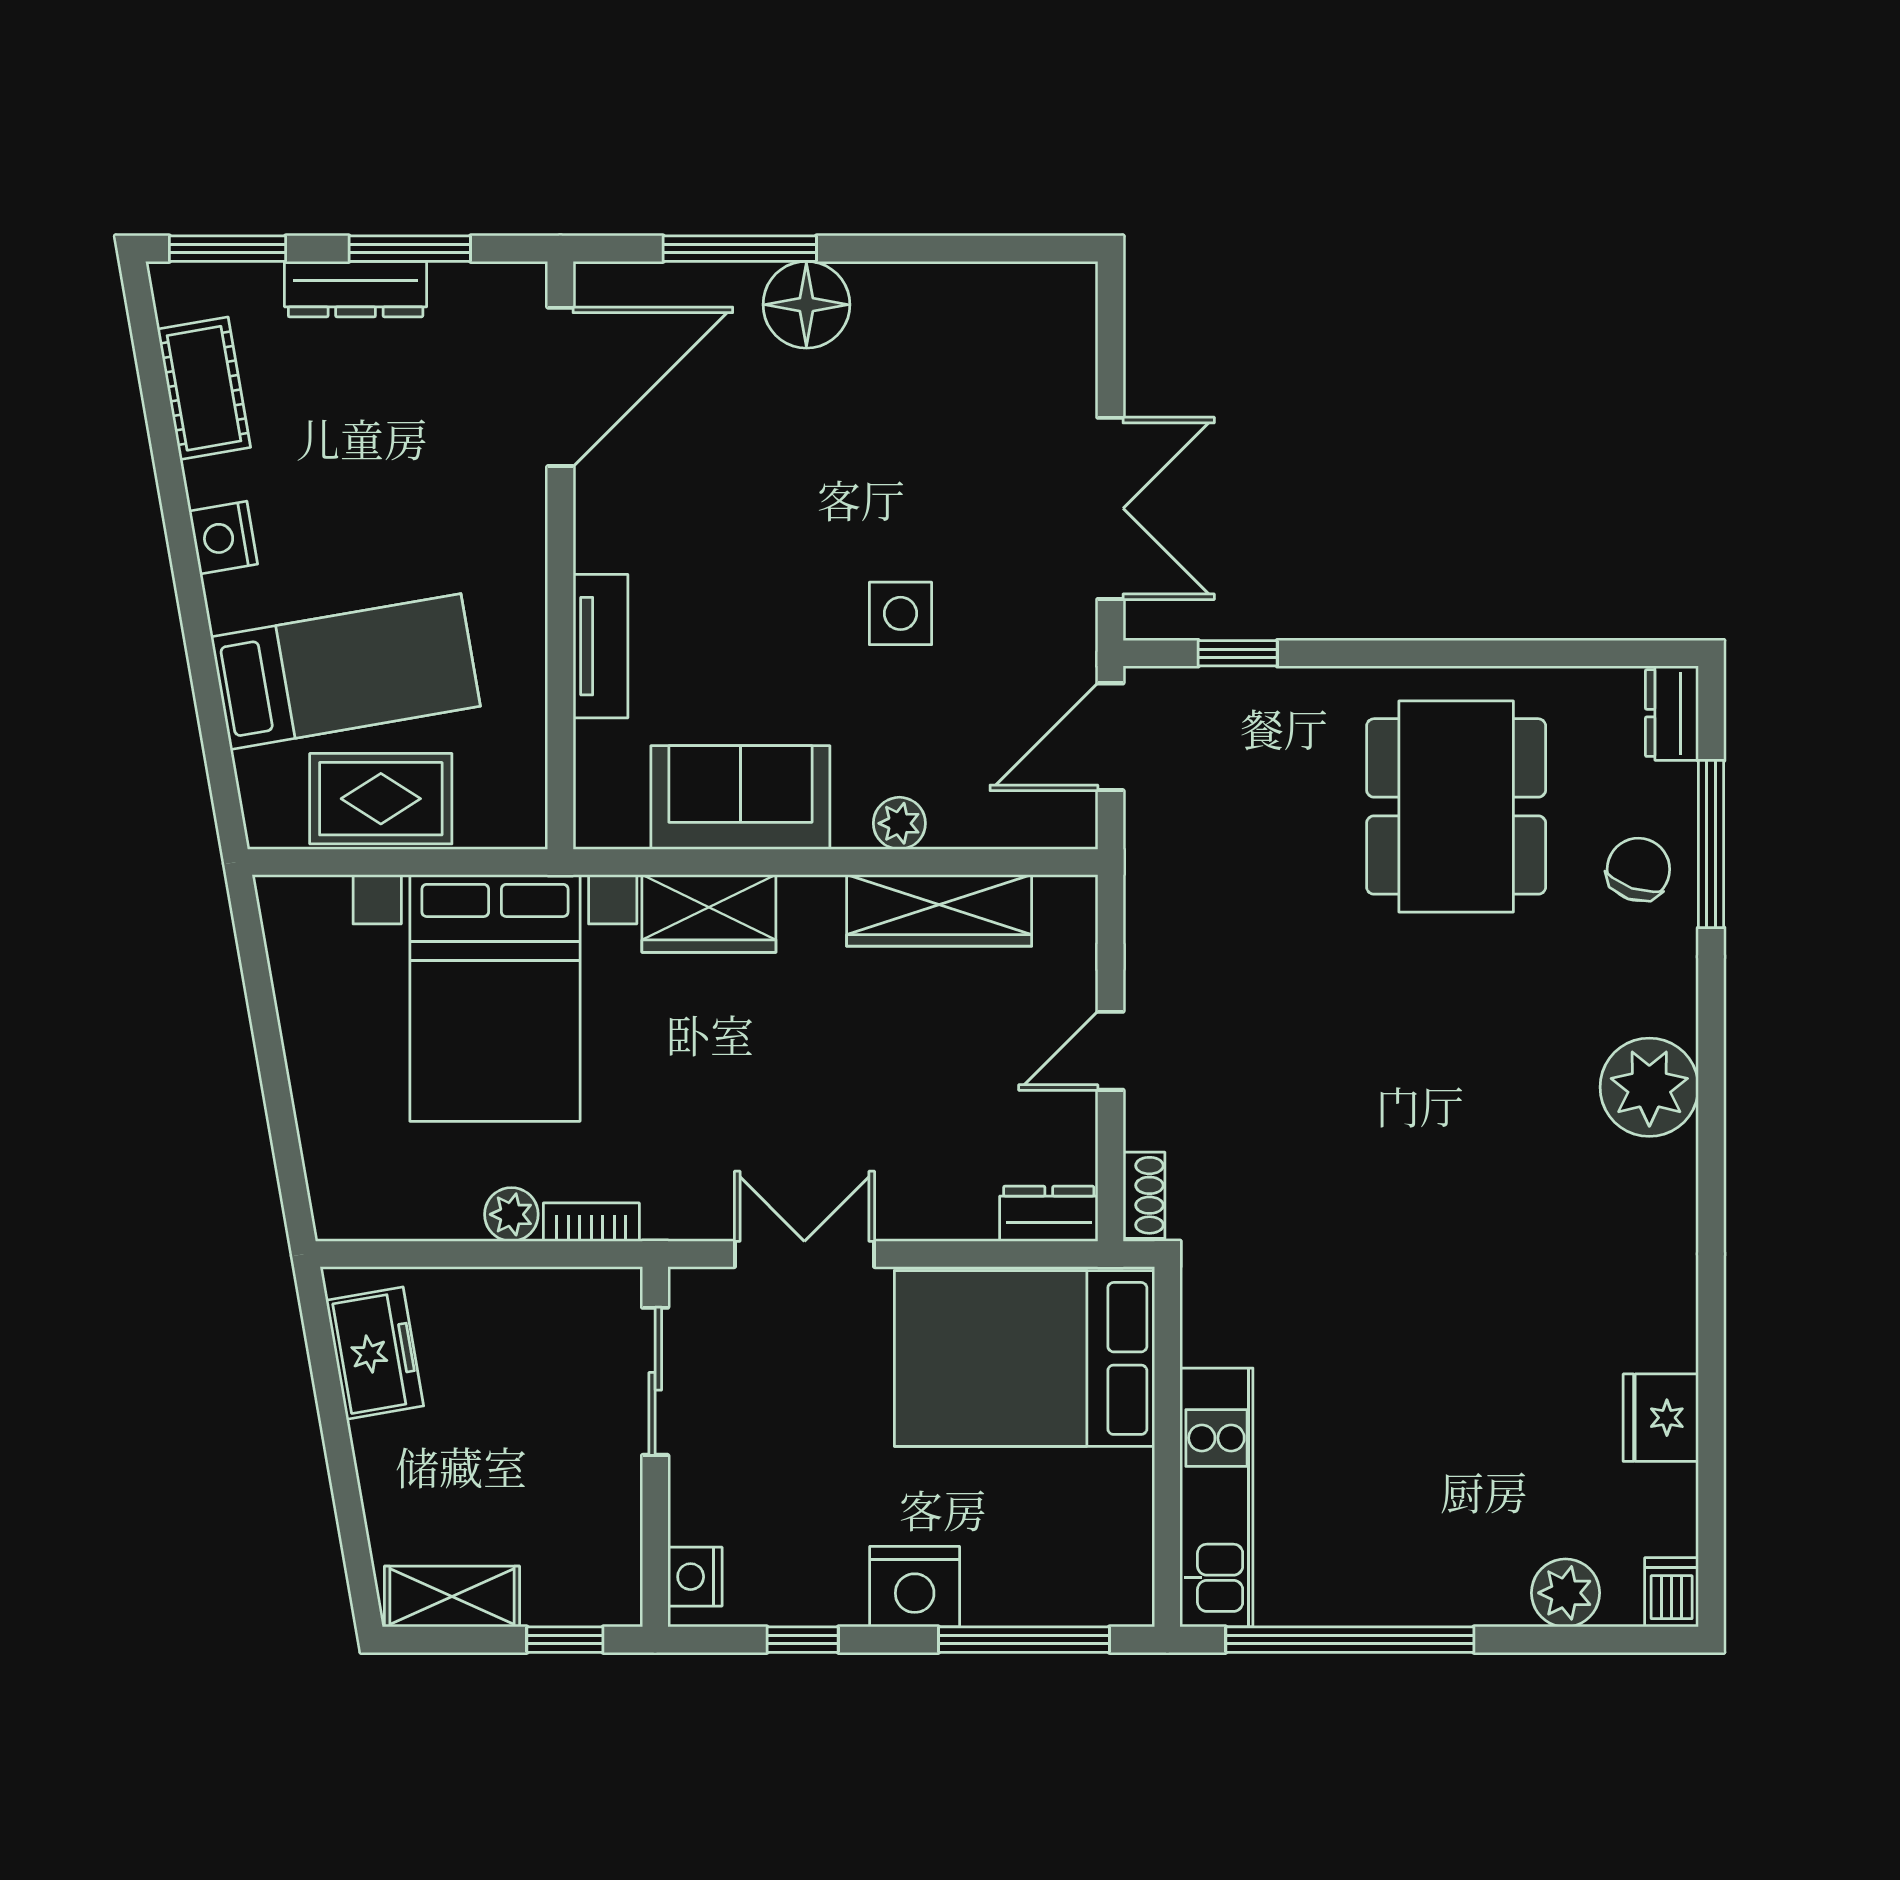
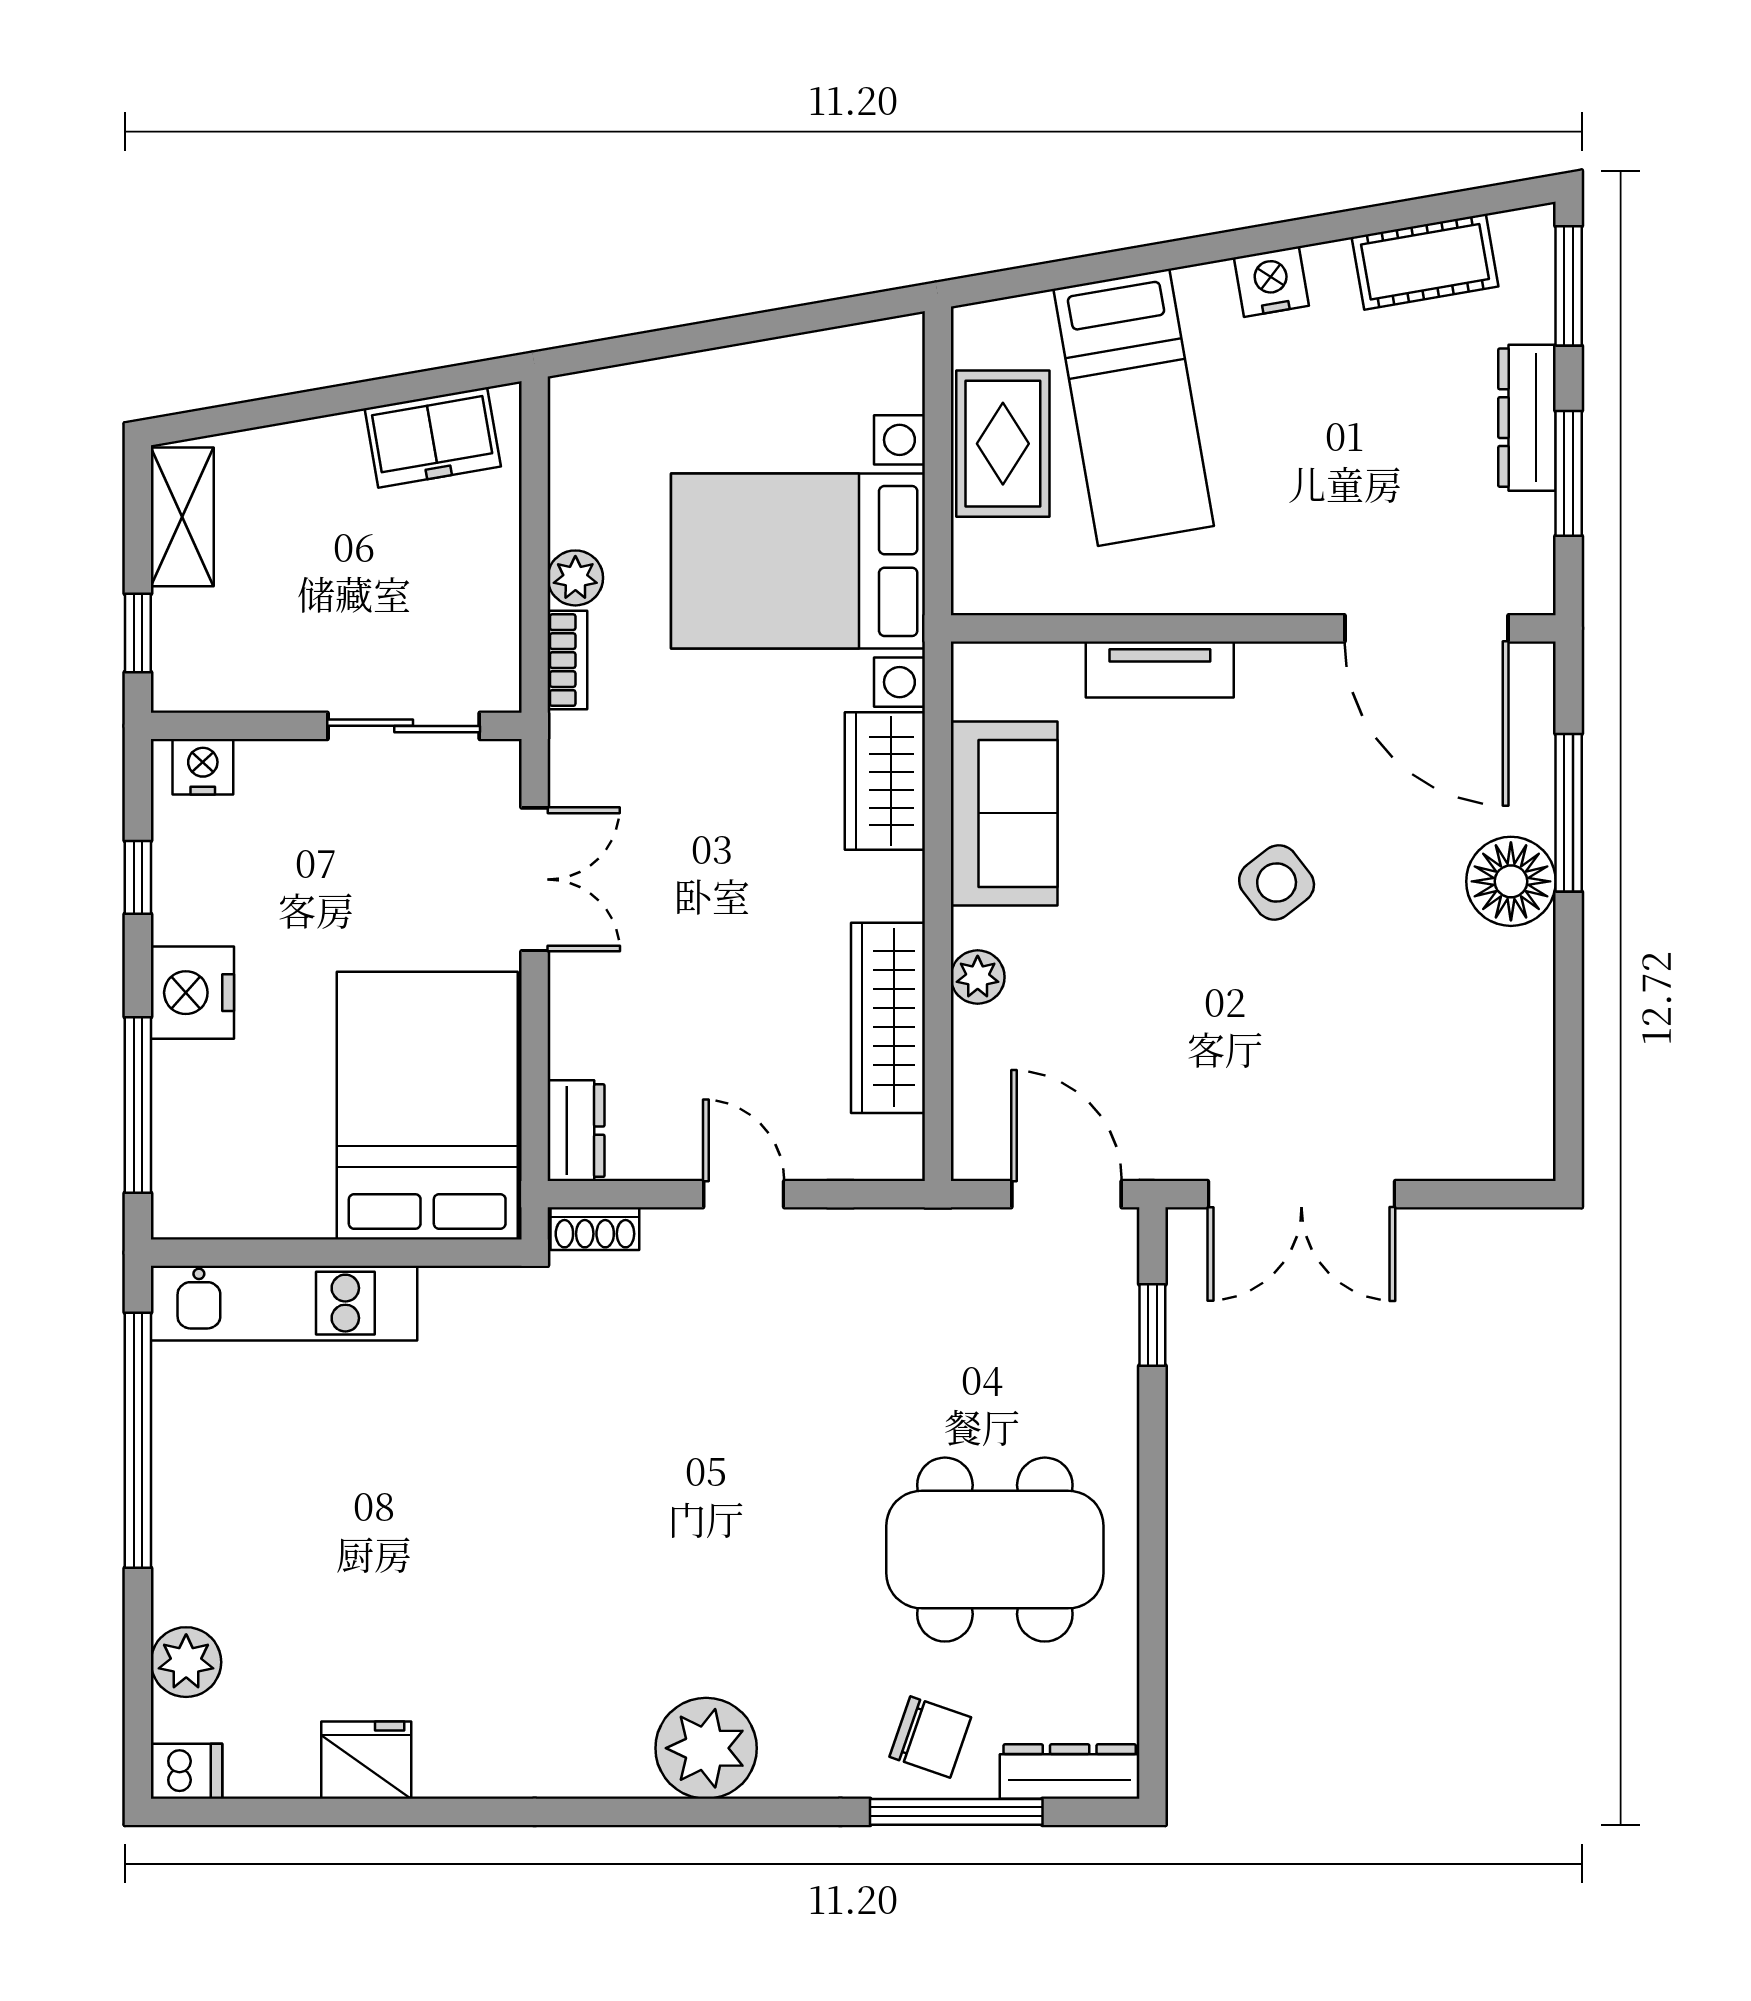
side table: (901, 613) -> (1277, 882), moved, turned -38
dresser: (1672, 713) -> (1070, 1772), width x1.44

